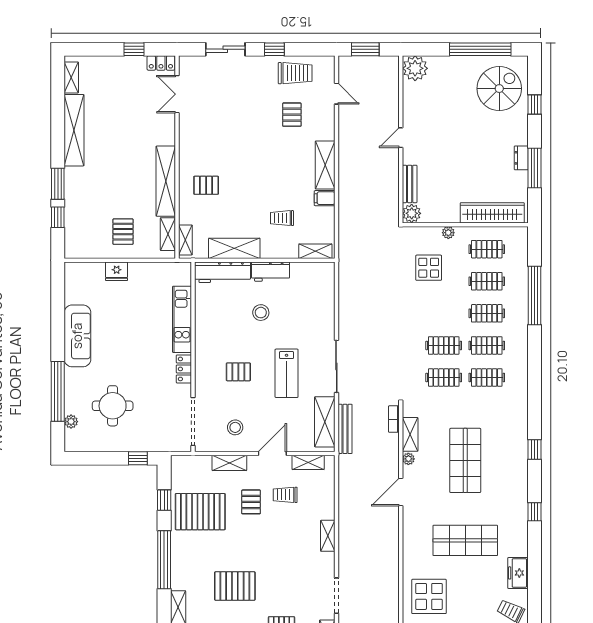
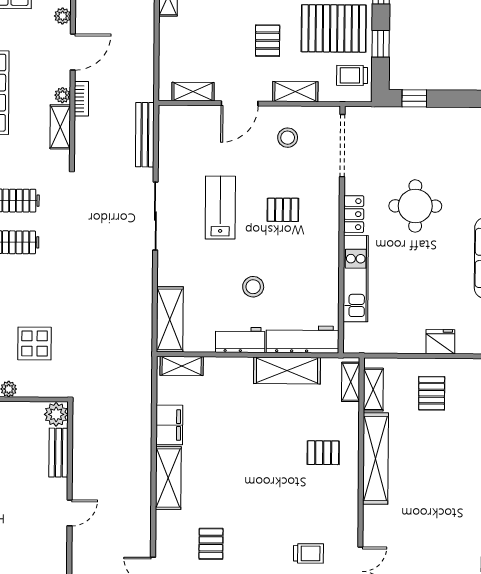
filing cabinet: (325, 198) -> (169, 425), width x2.00
trolley: (282, 218) -> (308, 553), moved
round table: (113, 406) -> (415, 206), moved
bookcase: (394, 419) -> (81, 99), moved
shelving: (325, 422) -> (170, 319), moved
trolley: (285, 495) -> (352, 75), moved, turned 180
plant: (409, 520) -> (63, 16), added

